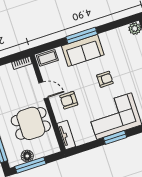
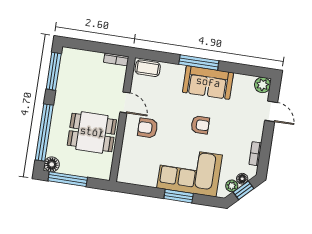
sofa: (83, 50) -> (208, 82), moved
tv unit: (66, 135) -> (125, 166), removed
floor lamp: (27, 156) -> (52, 164), moved

